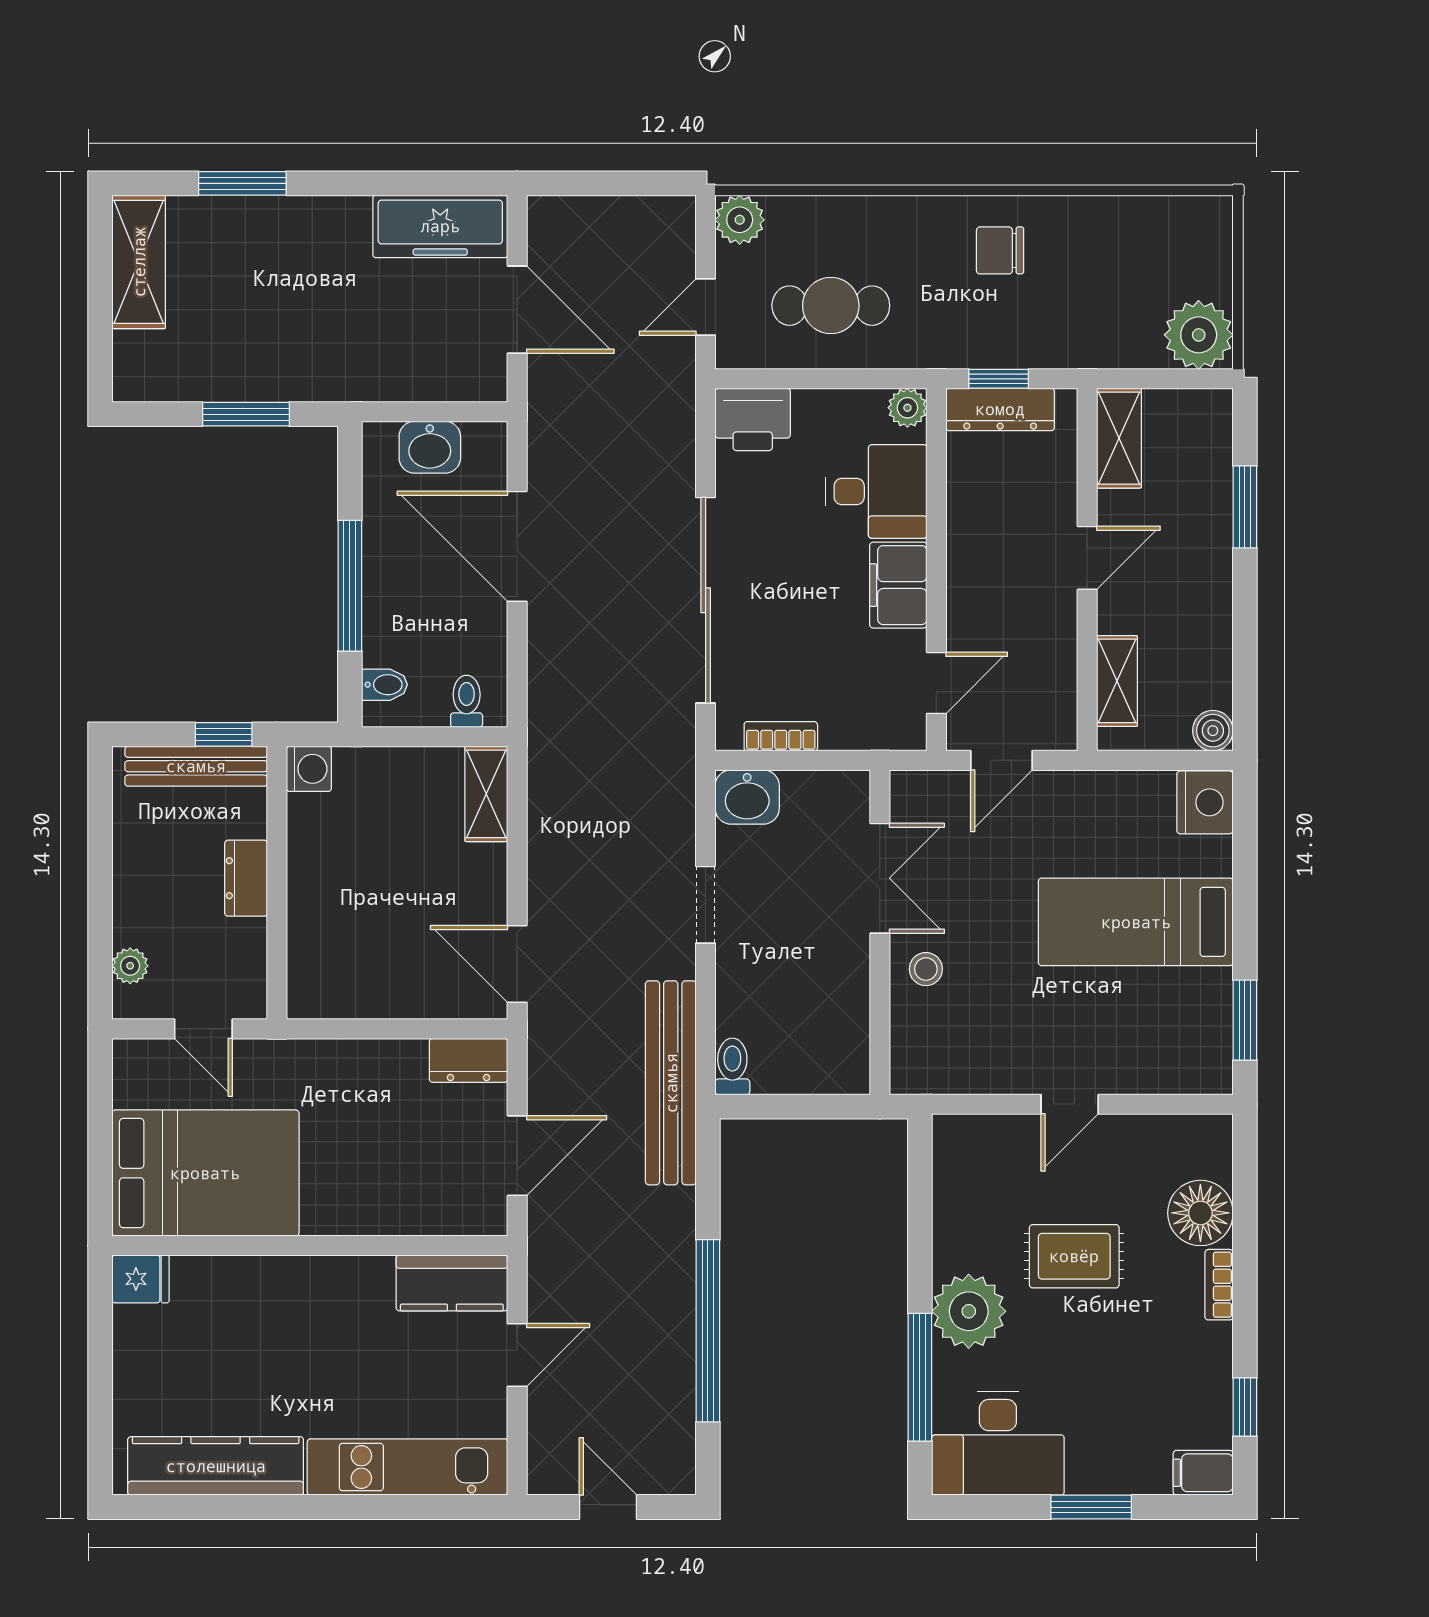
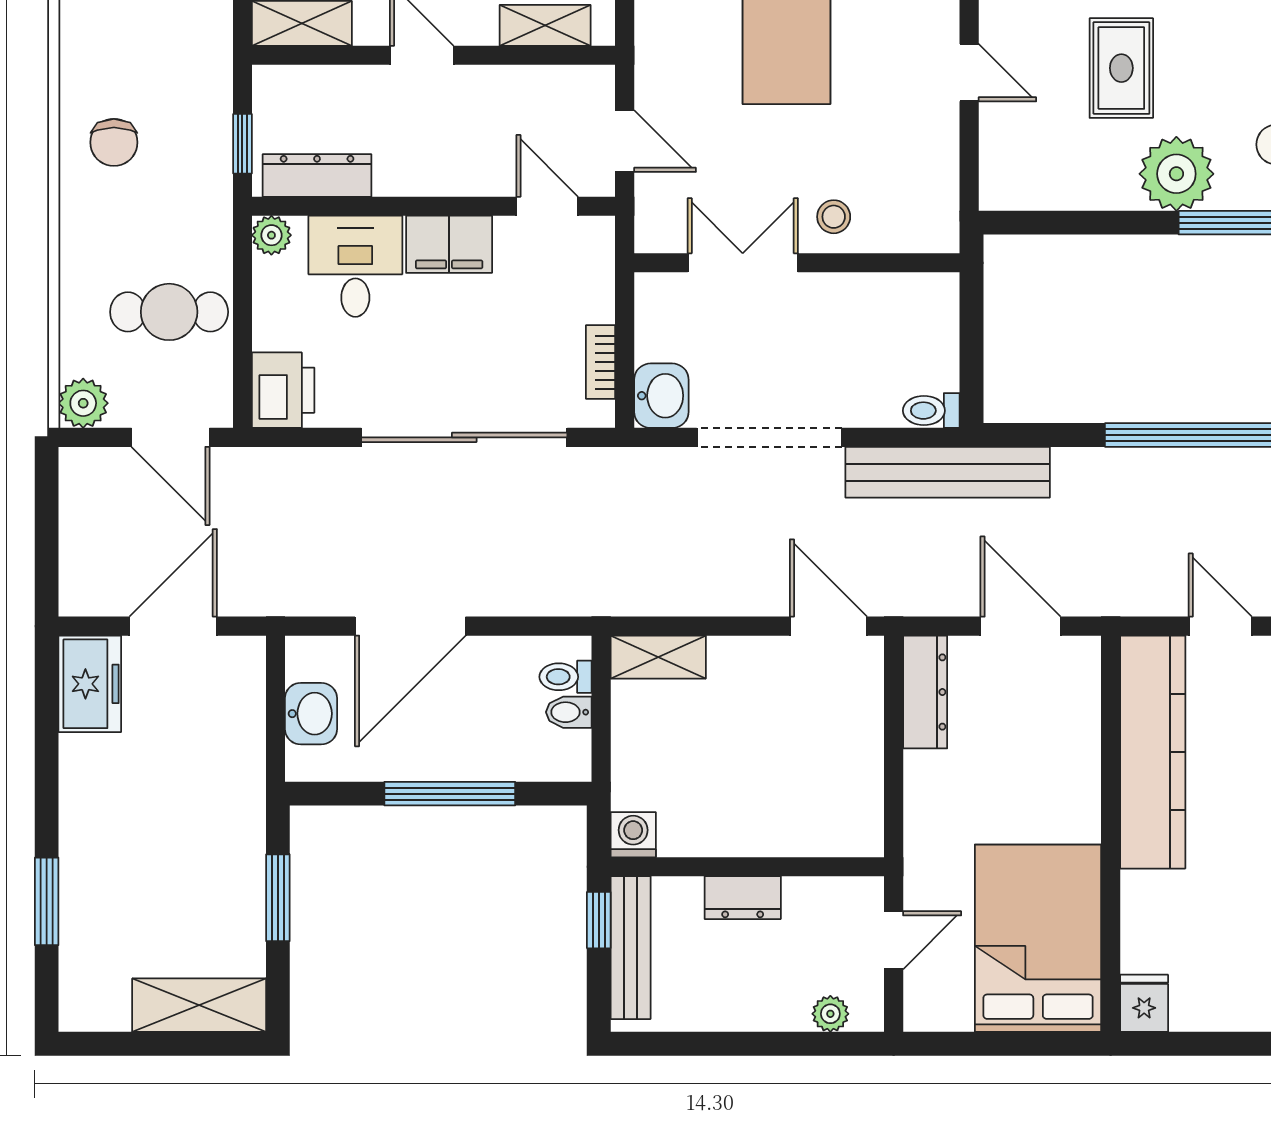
freezer: (440, 226) -> (90, 684), width x0.71
shelving: (139, 262) -> (199, 1005), moved
cafe table: (831, 306) -> (169, 312), turned 90
door: (706, 307) -> (170, 437), width x1.38
dresser: (1000, 409) -> (317, 175), moved, turned -90
bidet: (385, 685) -> (569, 712), moved, turned -90
doorway: (706, 905) -> (769, 437), width x1.87
door: (517, 964) -> (829, 626), swing flipped
dresser: (468, 1060) -> (925, 692), width x1.44
kitchen counter: (452, 1283) -> (1153, 752), width x2.08, depth x1.17

